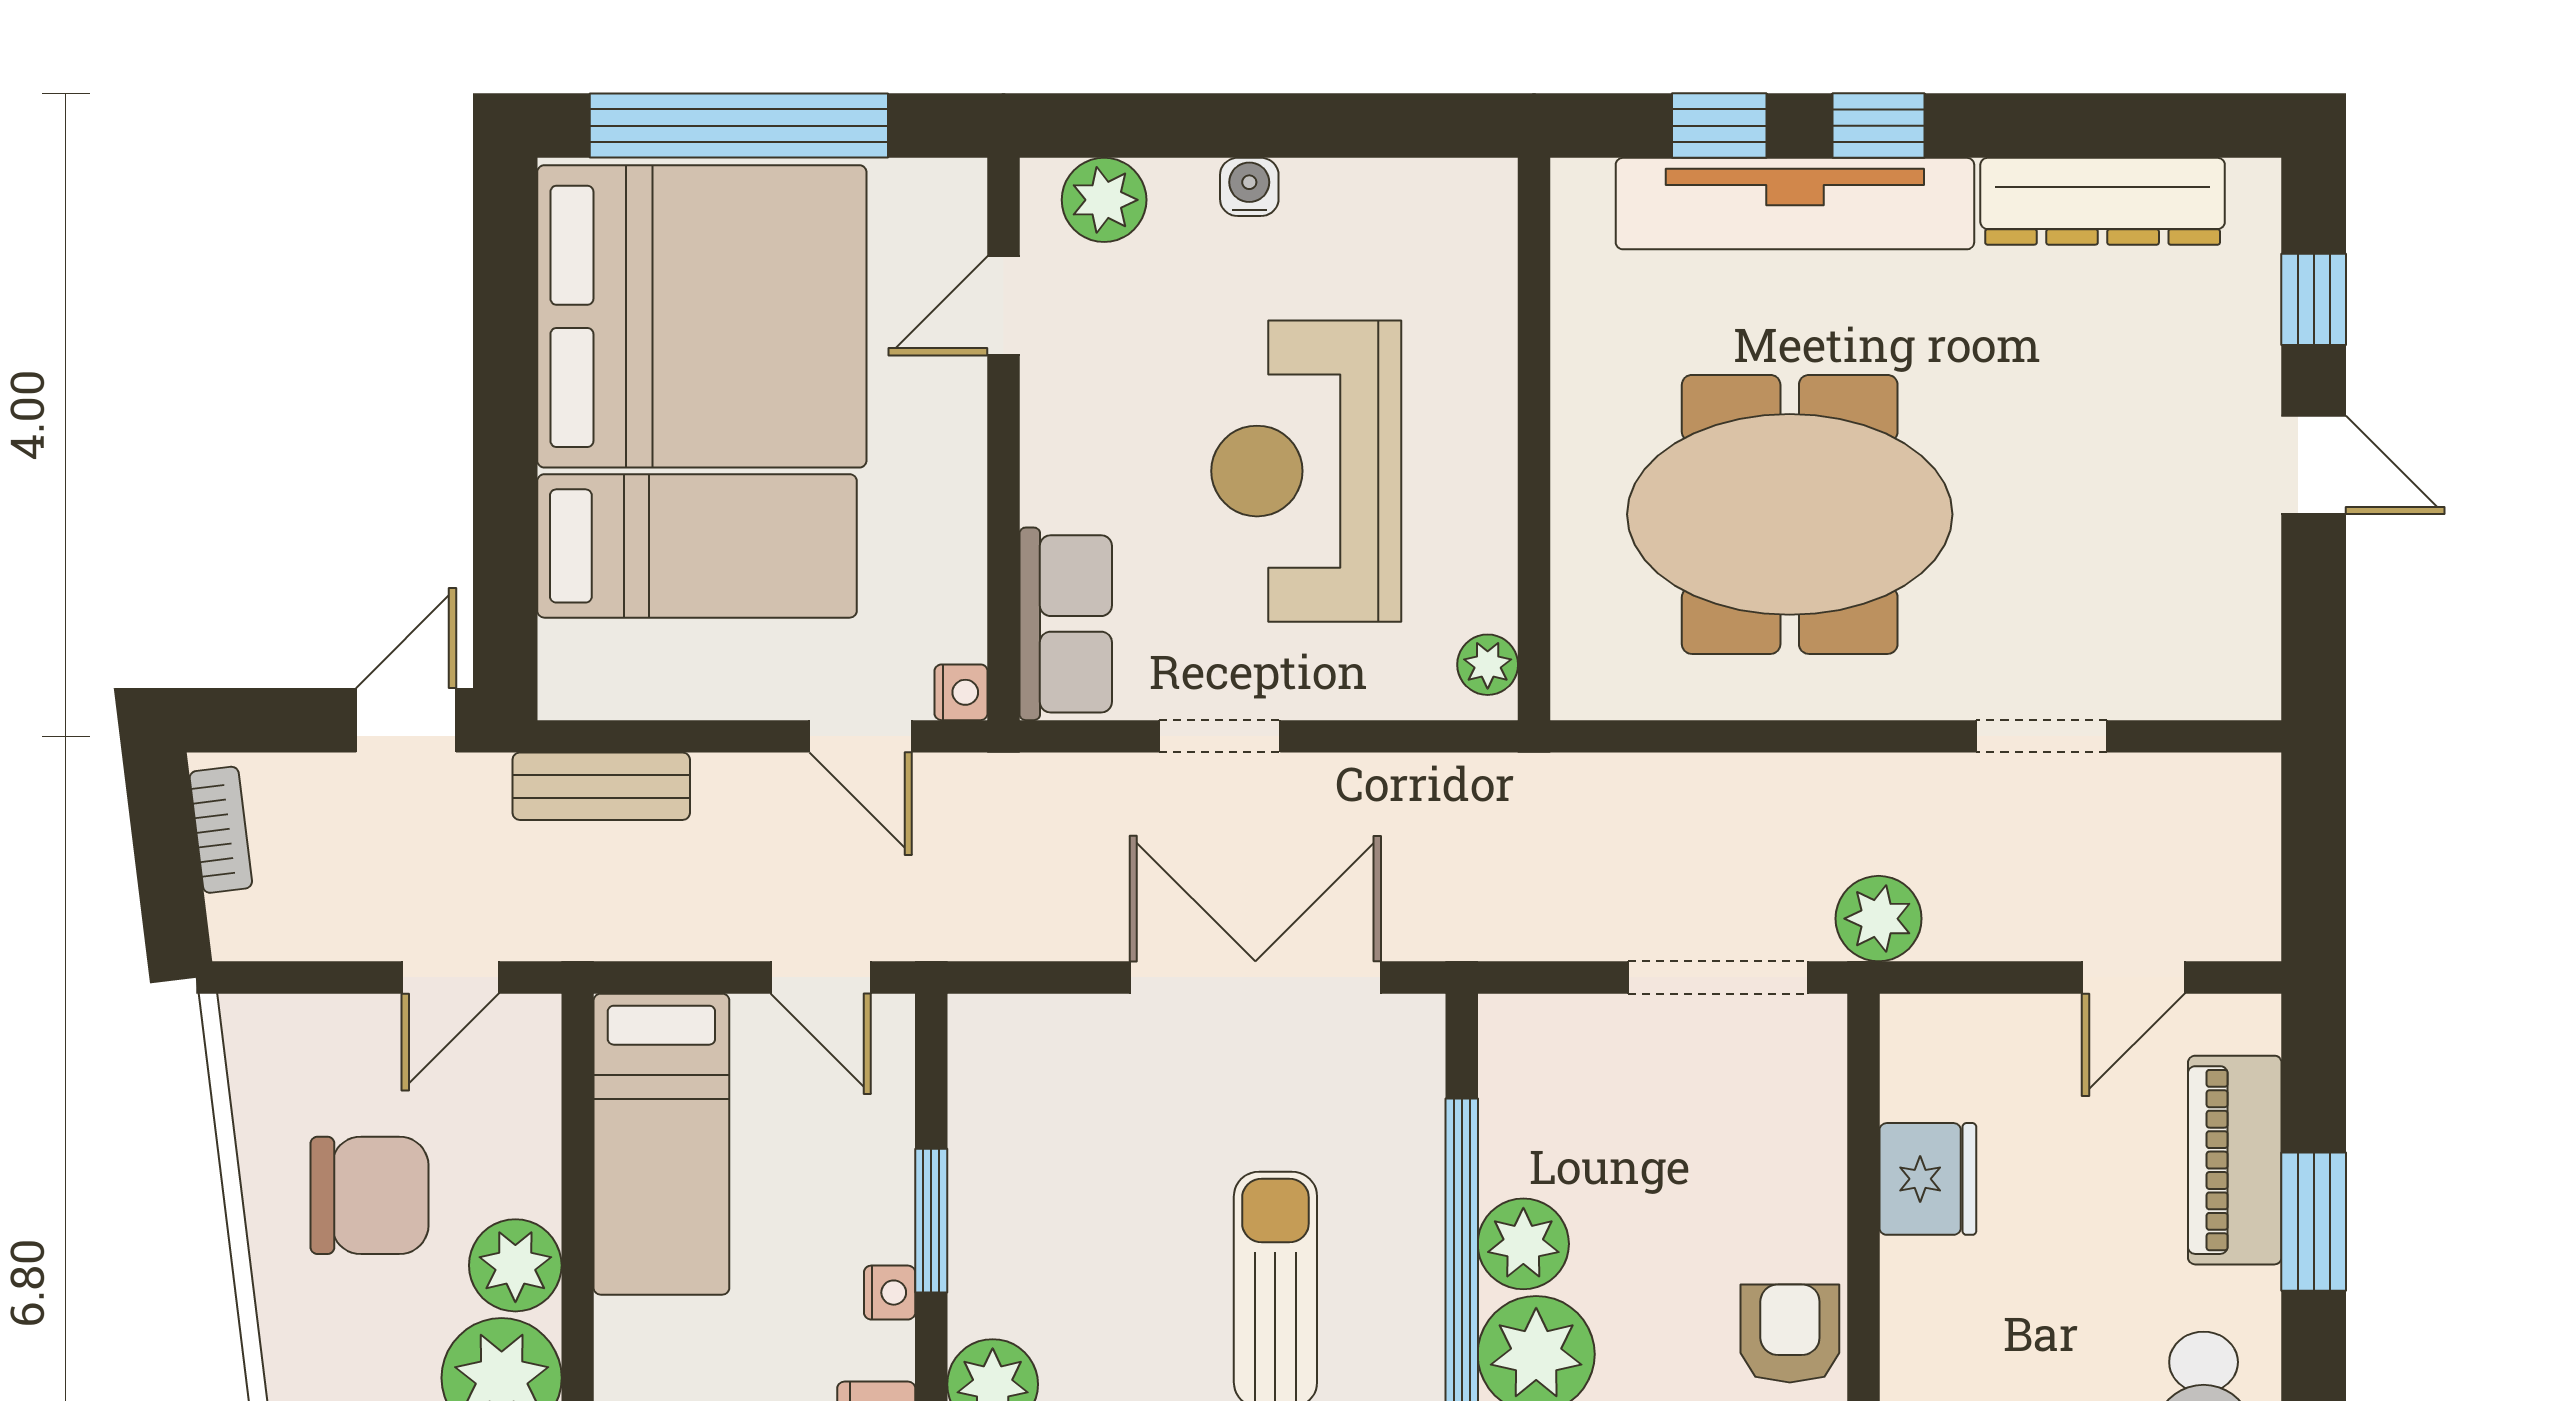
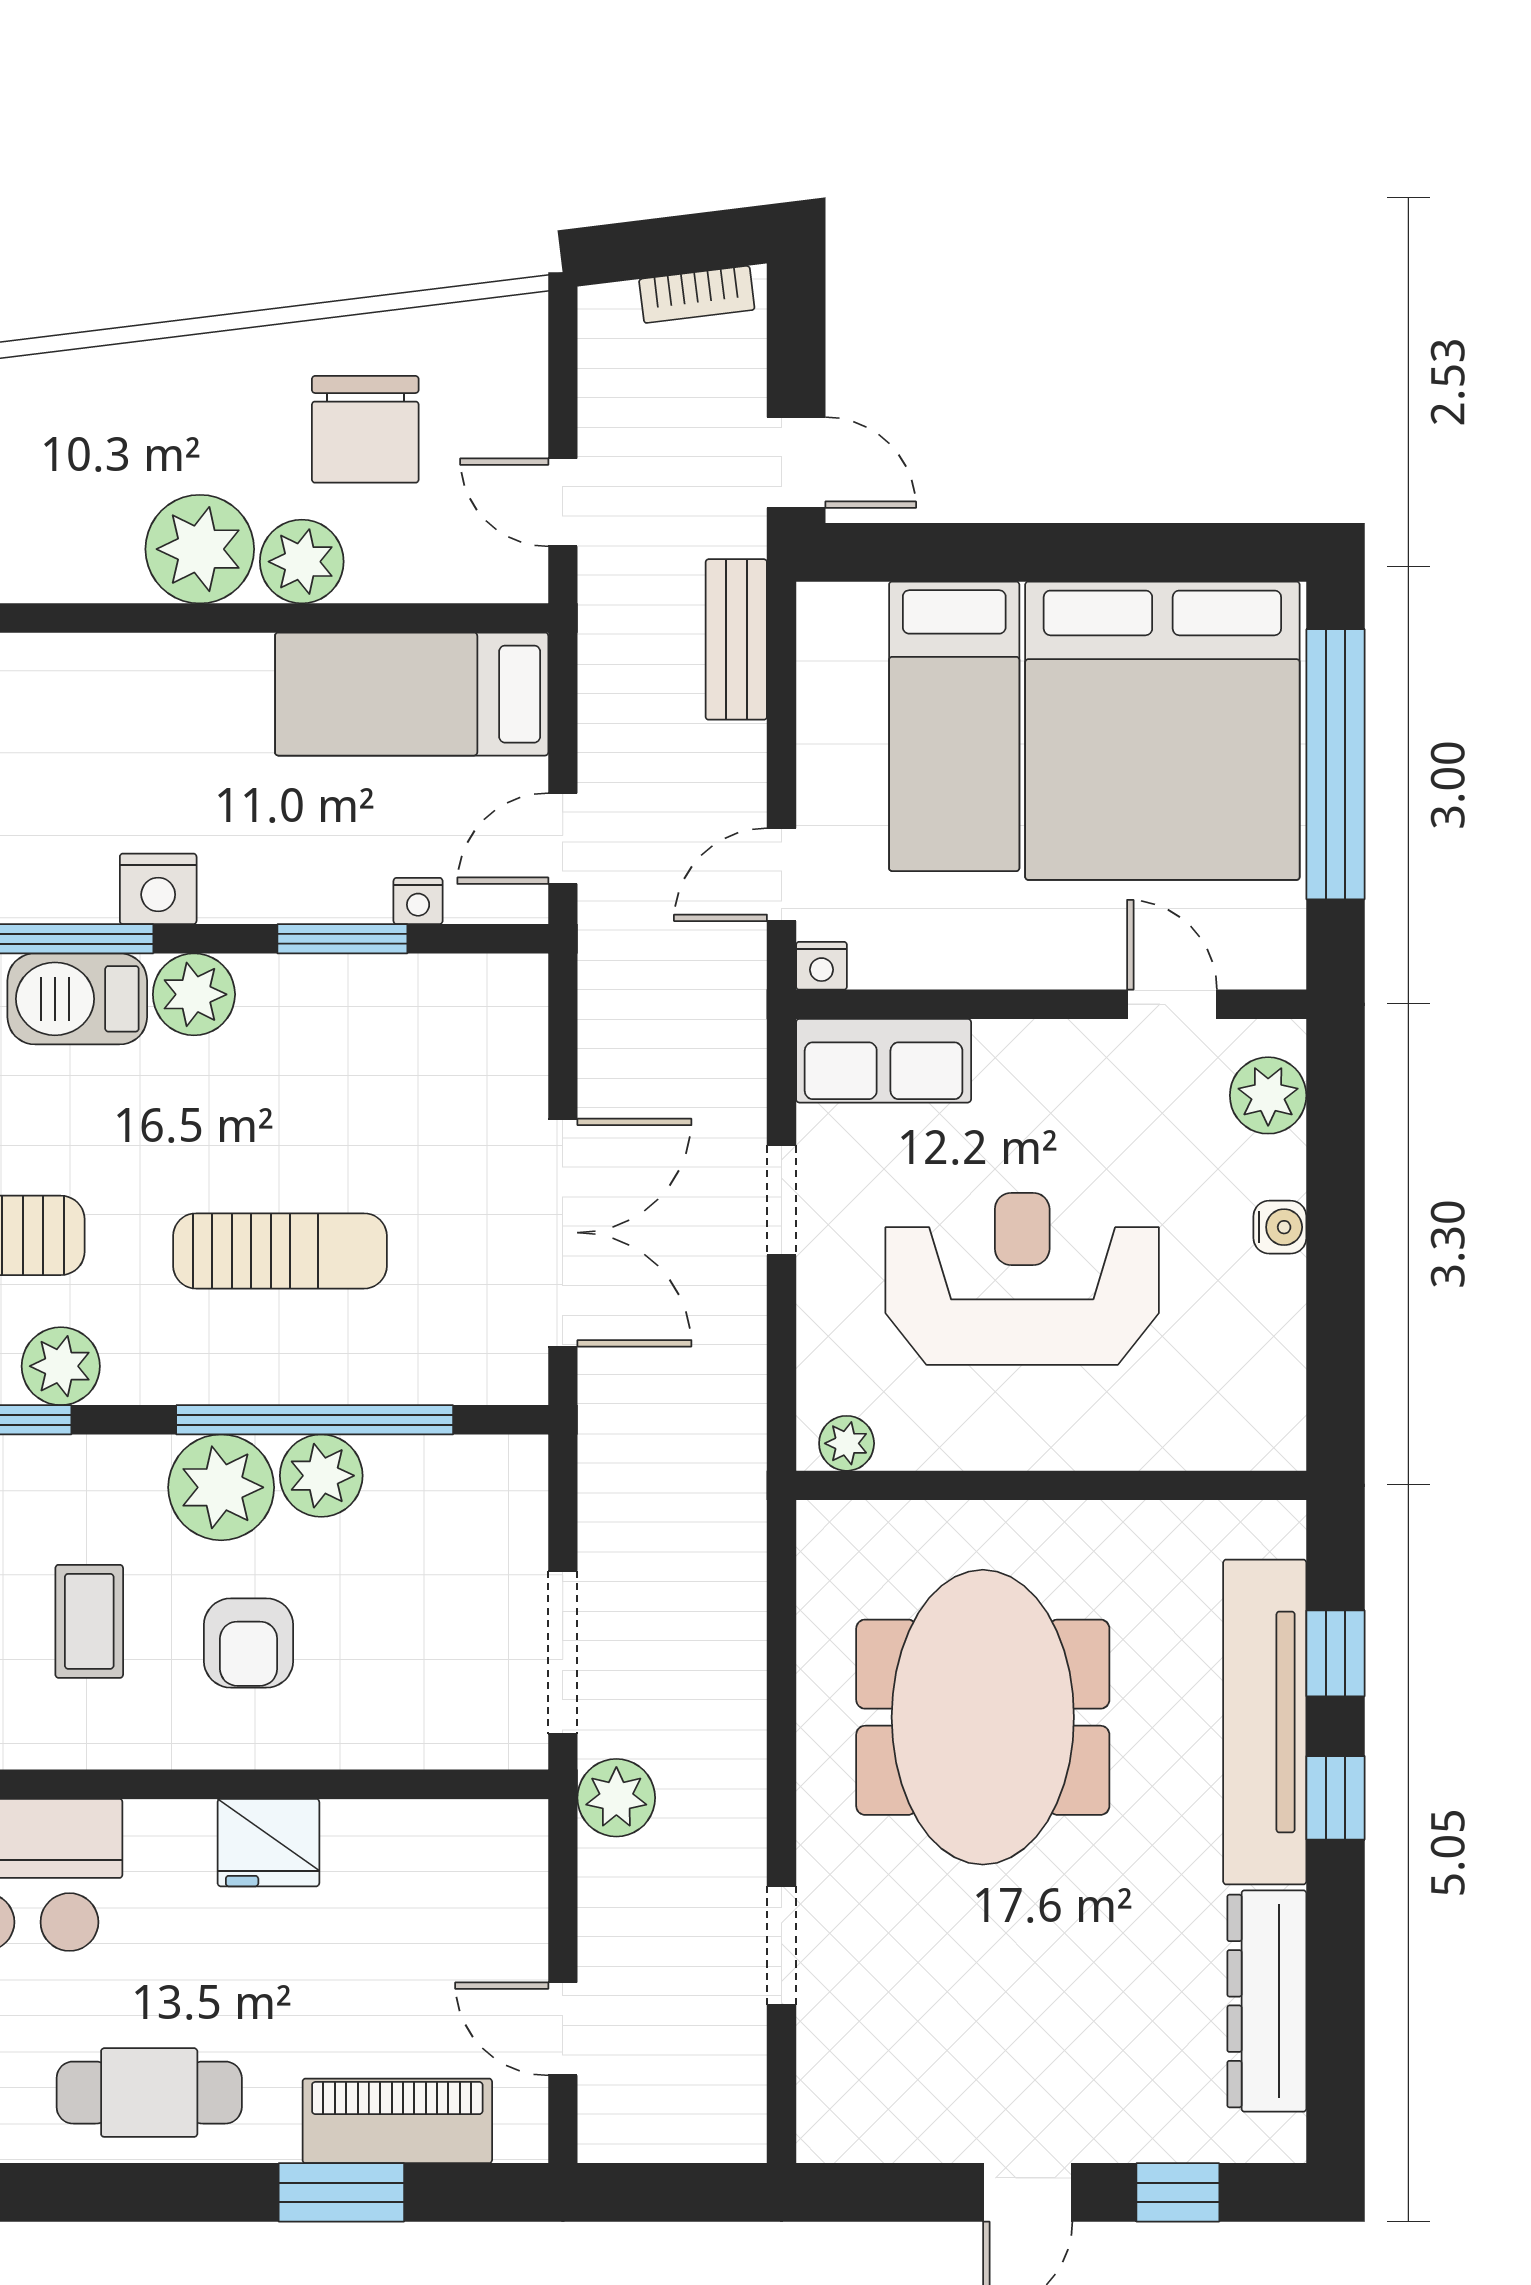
fridge: (1928, 1179) -> (268, 1843), moved
nightstand: (890, 1293) -> (418, 901), moved
armchair: (1790, 1333) -> (249, 1643), moved, turned 90

